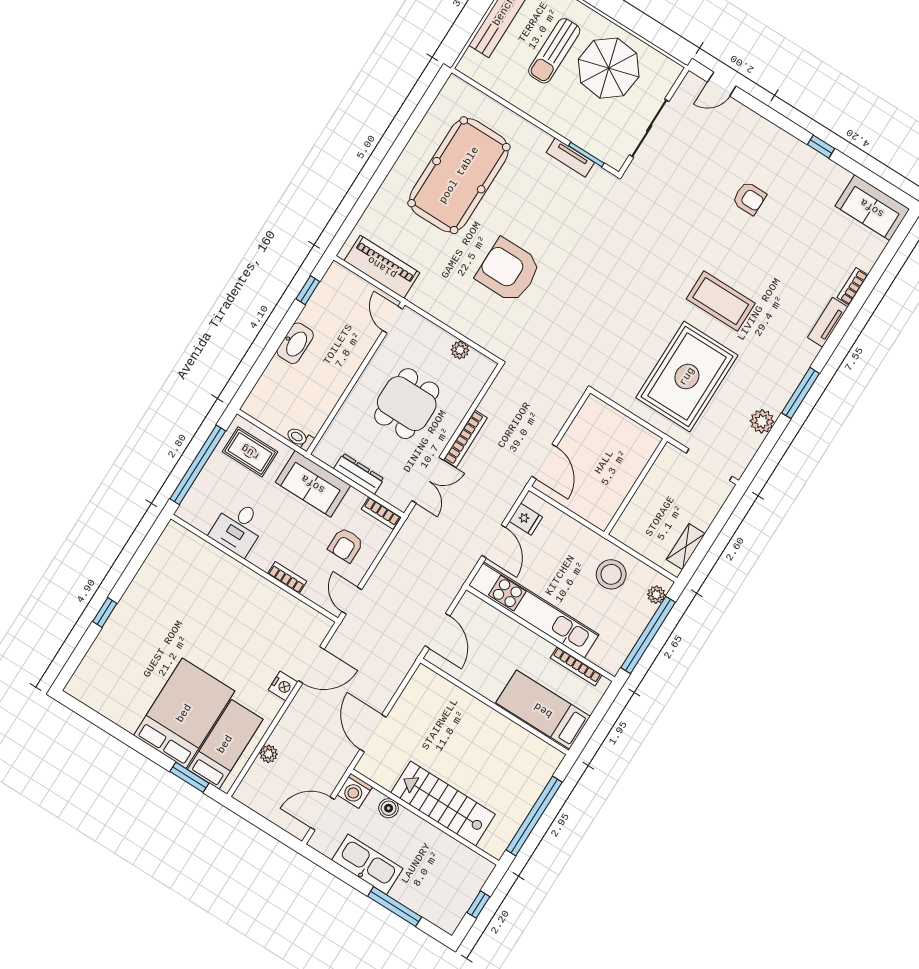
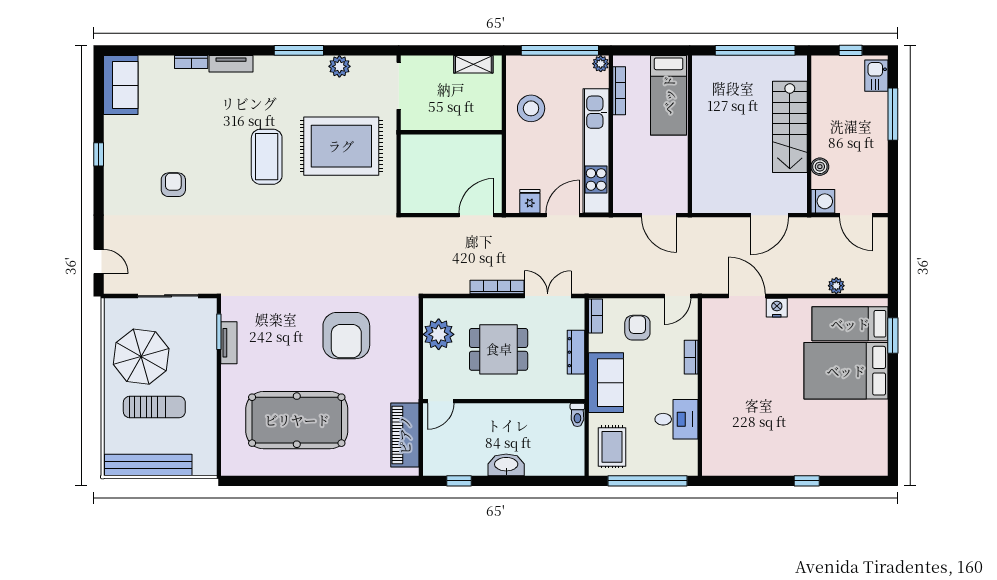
plant: (460, 350) -> (439, 334), width x1.87, depth x1.87
armchair: (346, 545) -> (637, 328), turned -90
plant: (656, 595) -> (601, 64), moved
door: (437, 631) -> (659, 215), swing flipped
kitchen sink: (367, 864) -> (876, 76), moved, width x0.53, depth x0.81

